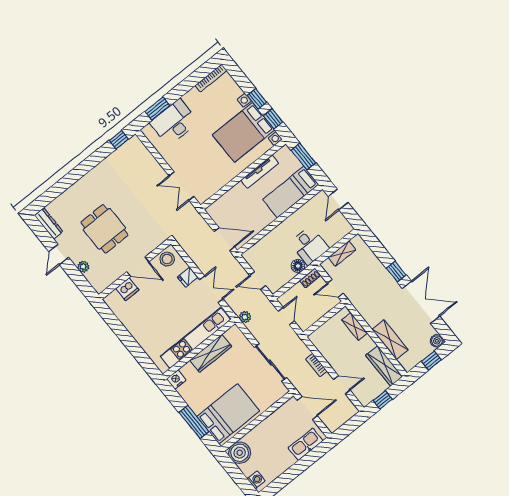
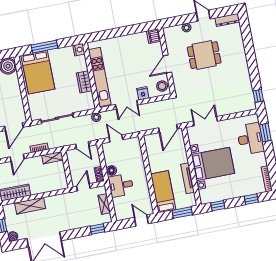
window: (257, 99) -> (251, 199), moved
bed with nightstands: (244, 132) -> (213, 164), moved, turned 90
door: (224, 239) -> (168, 128), moved
window: (396, 272) -> (97, 229), moved
door: (258, 281) -> (116, 139), hinge flipped
dishwasher: (127, 289) -> (154, 36), moved
shelving: (354, 326) -> (52, 158), moved
wardrobe: (211, 353) -> (84, 82), width x0.67

